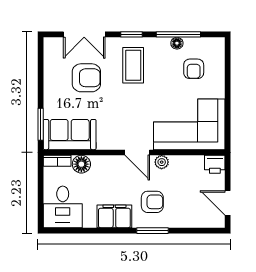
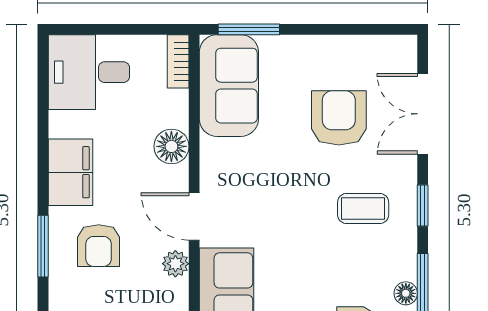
coffee table: (133, 65) -> (363, 208), width x0.73, depth x0.77
armchair: (86, 78) -> (339, 118), turned 180
door: (137, 152) -> (194, 216), hinge flipped
floor lamp: (81, 164) -> (171, 146), moved

